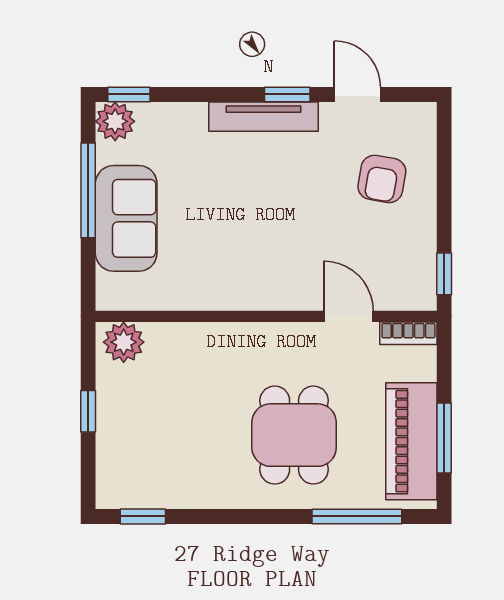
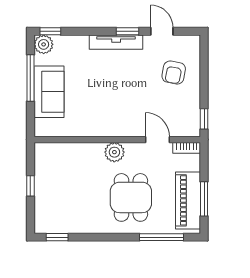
plant: (124, 342) -> (114, 152), moved

